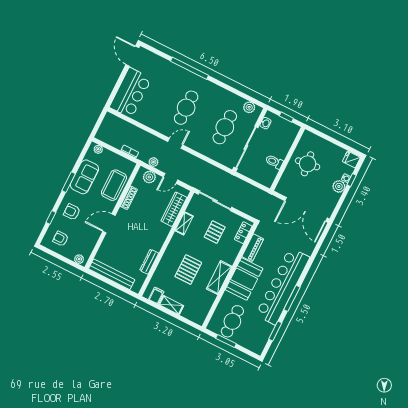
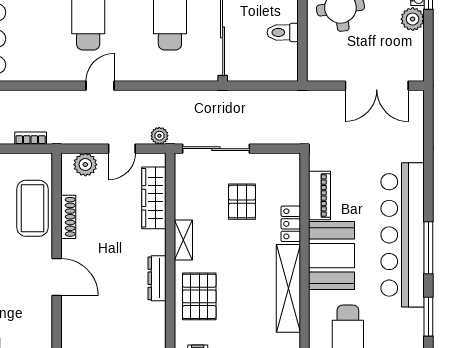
plant: (153, 162) -> (159, 136), moved
double door: (306, 209) -> (377, 86), width x0.73
door: (109, 223) -> (57, 277), swing flipped
shelving: (184, 223) -> (183, 240), moved
locker: (243, 233) -> (291, 224), moved
dresser: (149, 262) -> (157, 278), moved
pallet: (188, 270) -> (199, 296), moved
shelving: (219, 278) -> (288, 288), width x1.47

